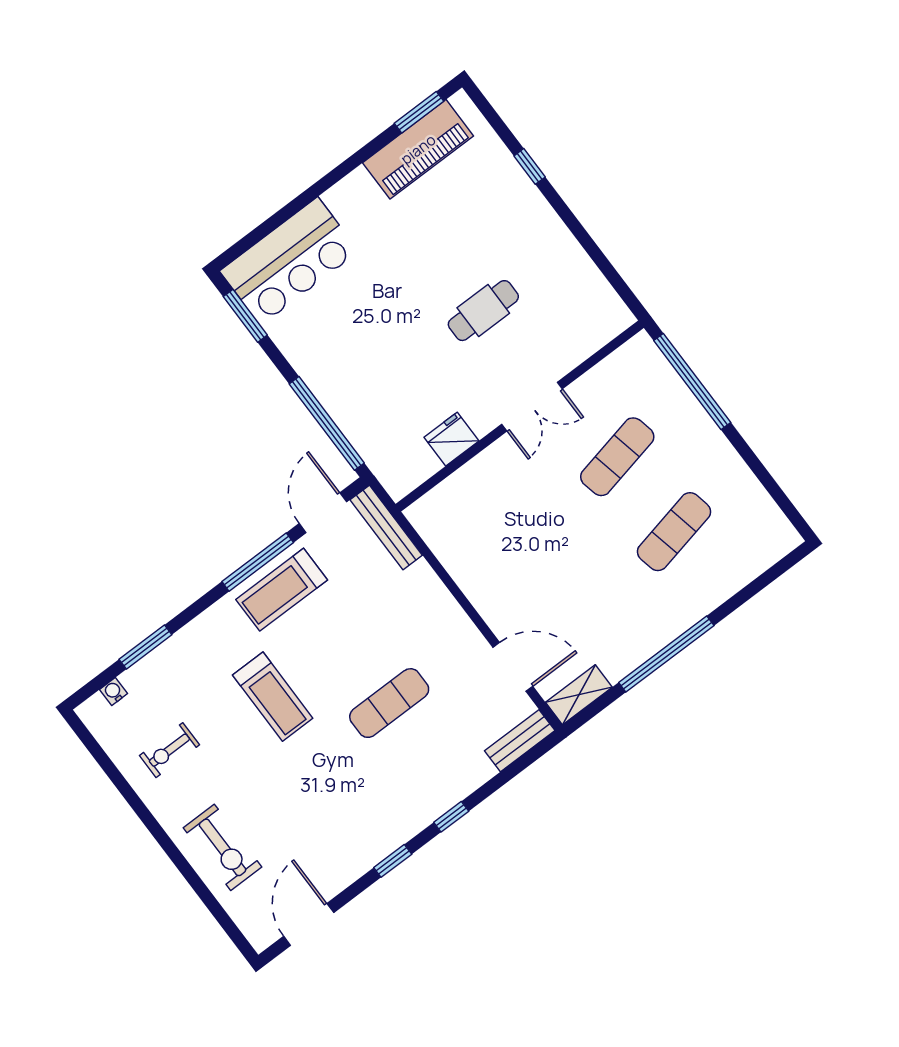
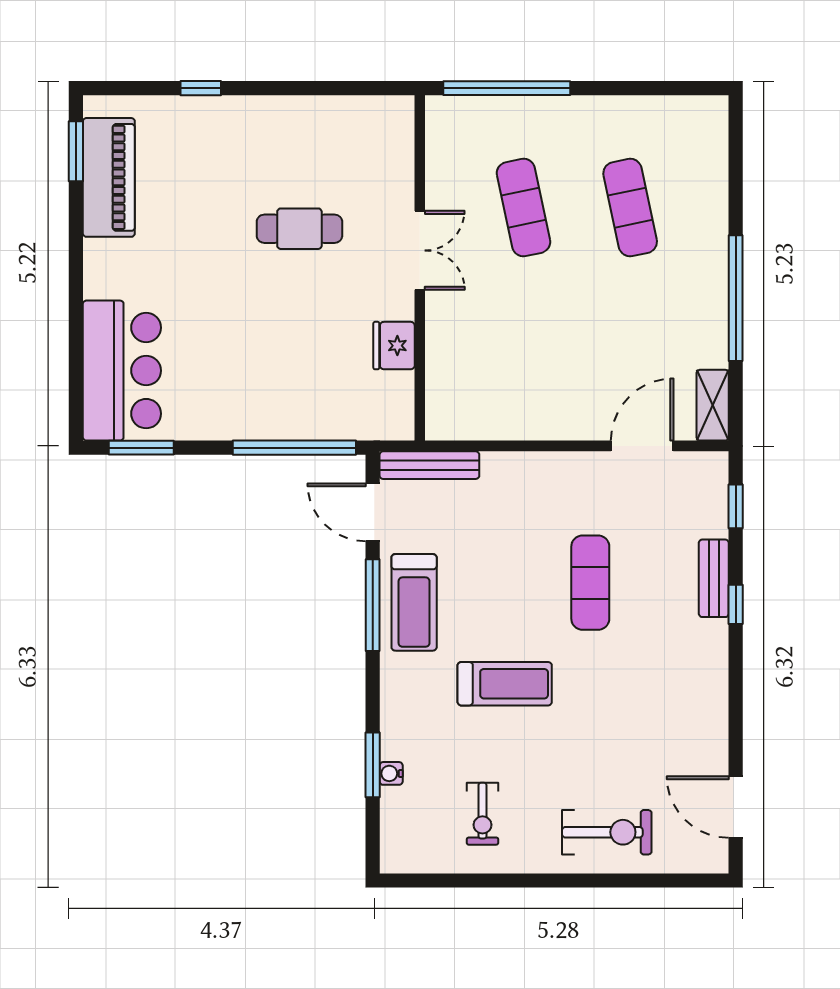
cafe table: (483, 311) -> (299, 229), turned 90
water cooler: (113, 691) -> (391, 773), moved
bench: (520, 741) -> (714, 578), moved
window: (393, 861) -> (736, 506), moved

